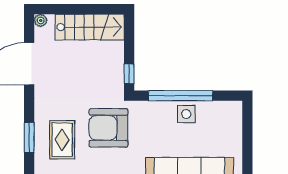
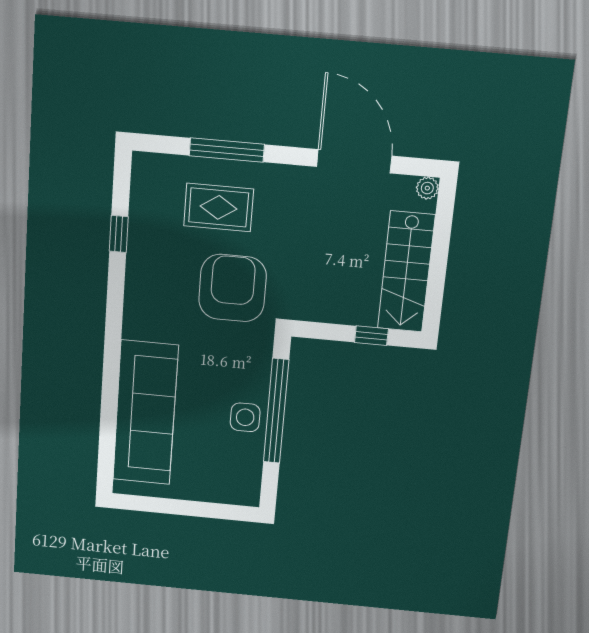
window: (129, 74) -> (371, 336), moved
window: (29, 137) -> (227, 150), width x1.44

